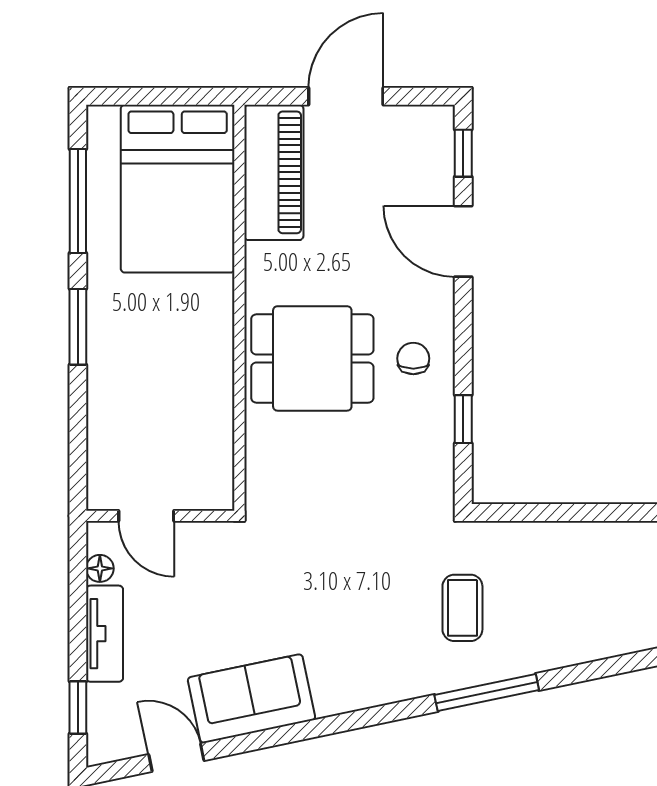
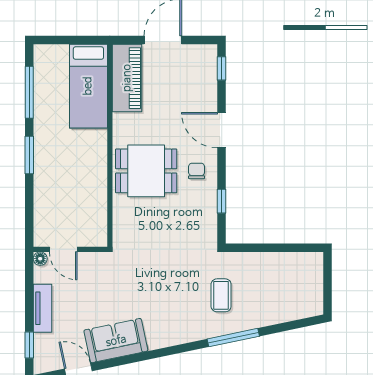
bed: (178, 189) -> (88, 86), width x0.67
door: (463, 241) -> (222, 130), moved
floor lamp: (100, 568) -> (40, 259), moved

